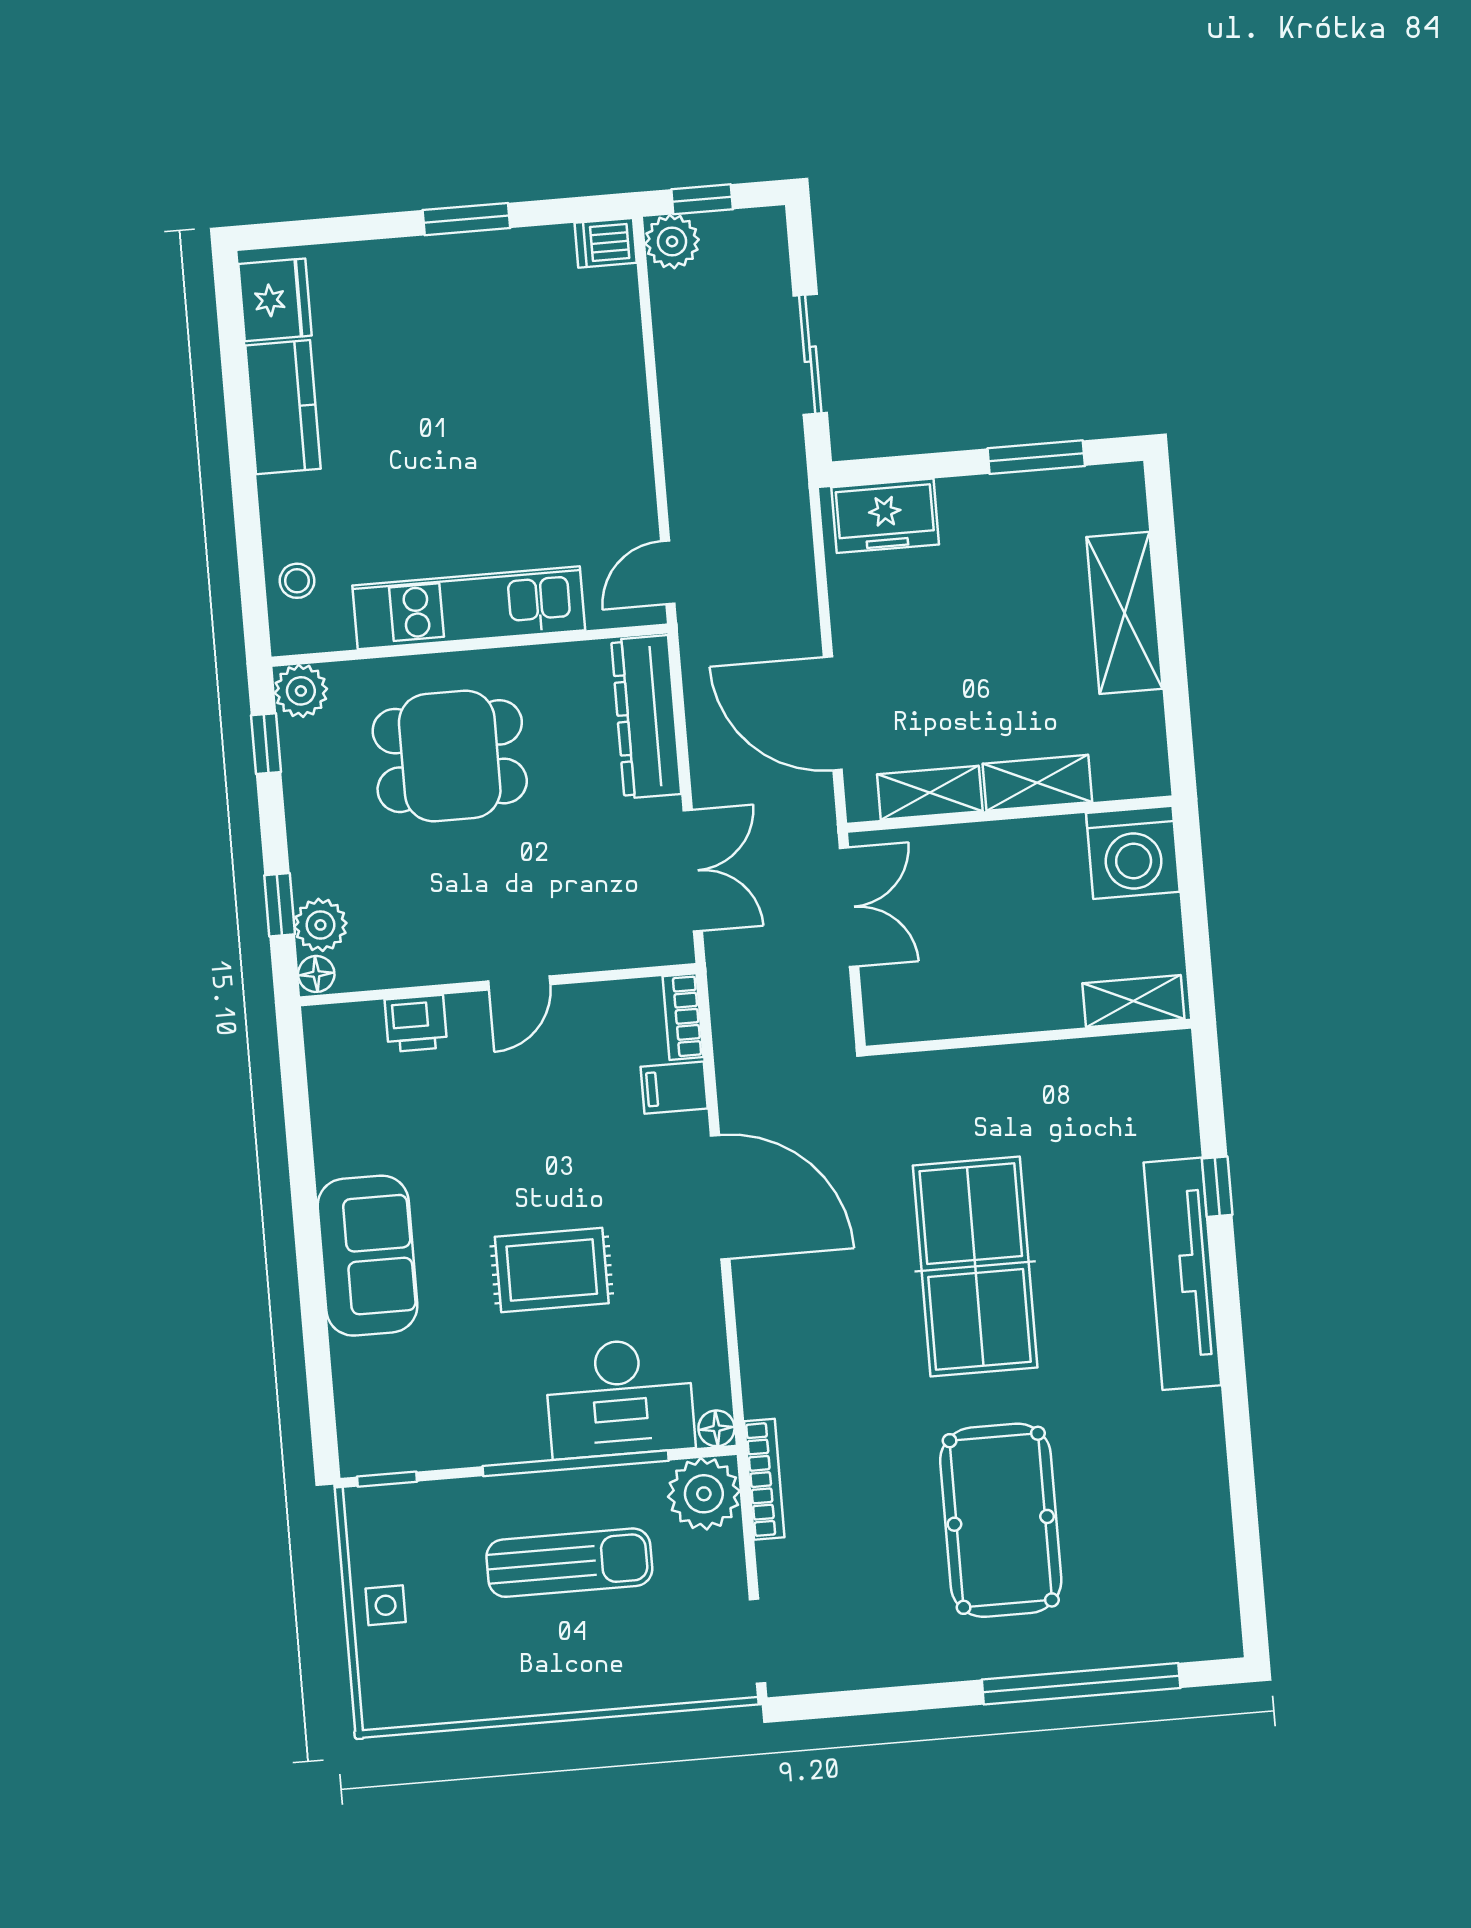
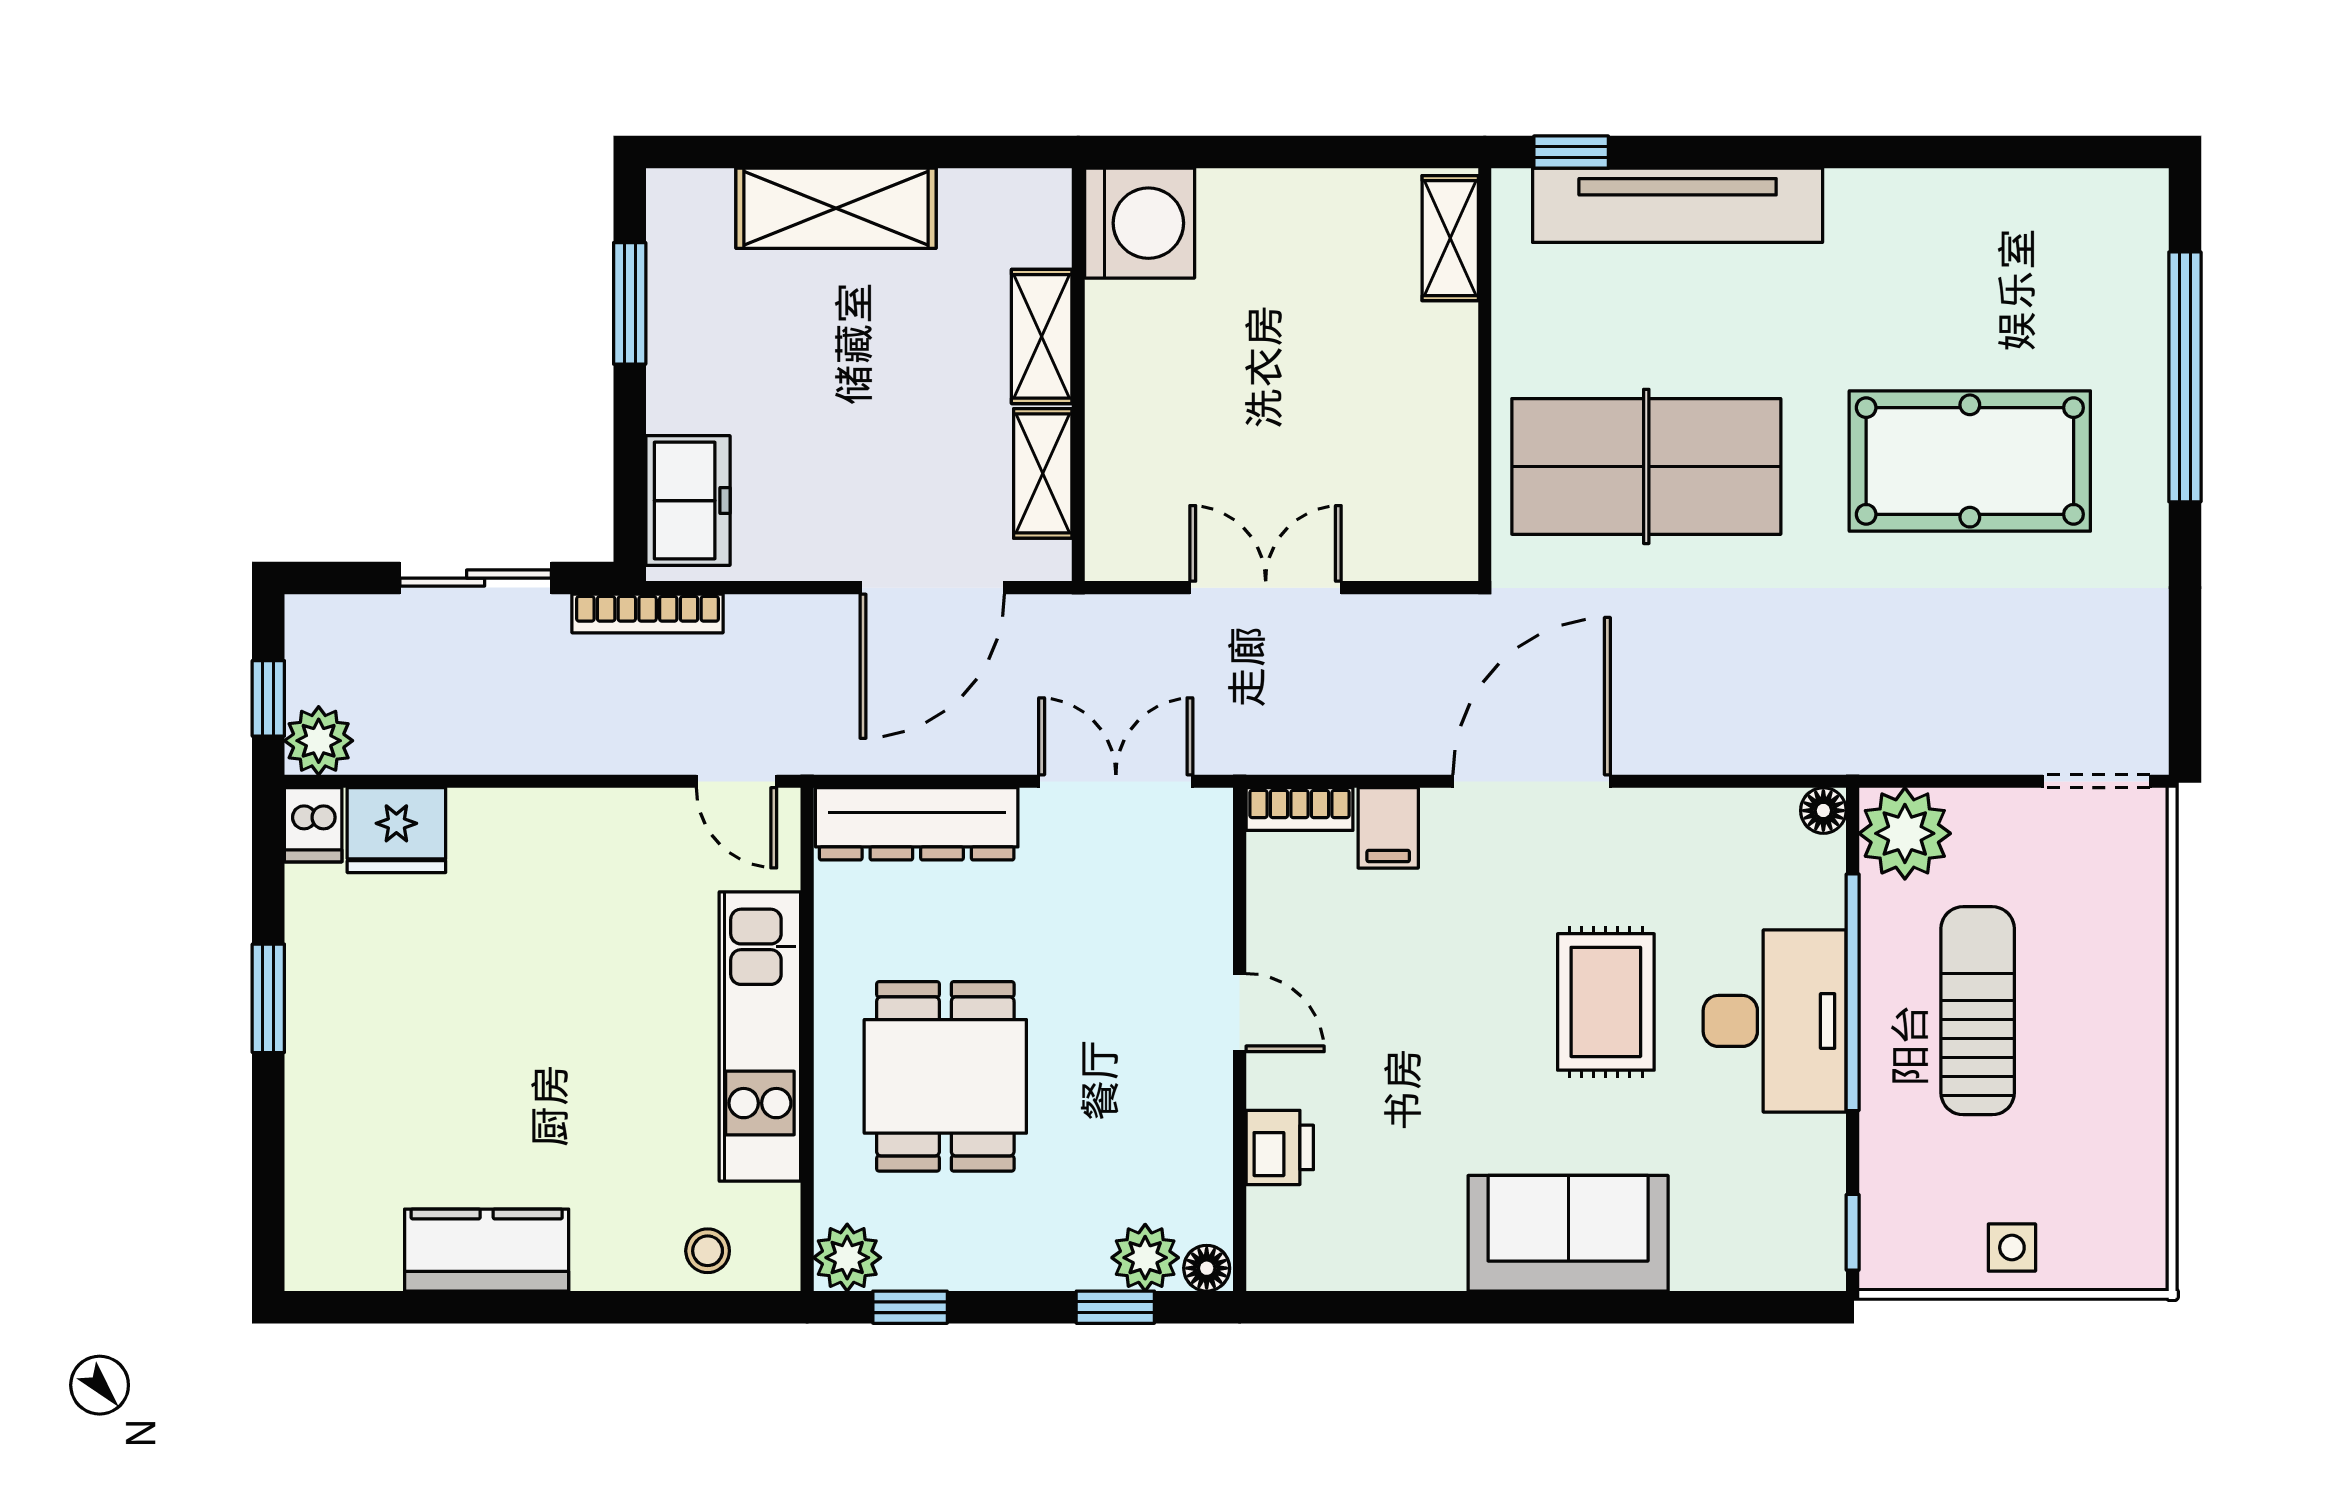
fridge: (275, 300) -> (396, 830), moved, turned 180
double door: (849, 907) -> (1266, 588), moved
shelving: (1133, 1001) -> (1450, 238), moved
wall: (1028, 1037) -> (1485, 375), moved
desk: (620, 1398) -> (1775, 1021), moved
bookcase: (764, 1479) -> (648, 613), moved, turned 180

